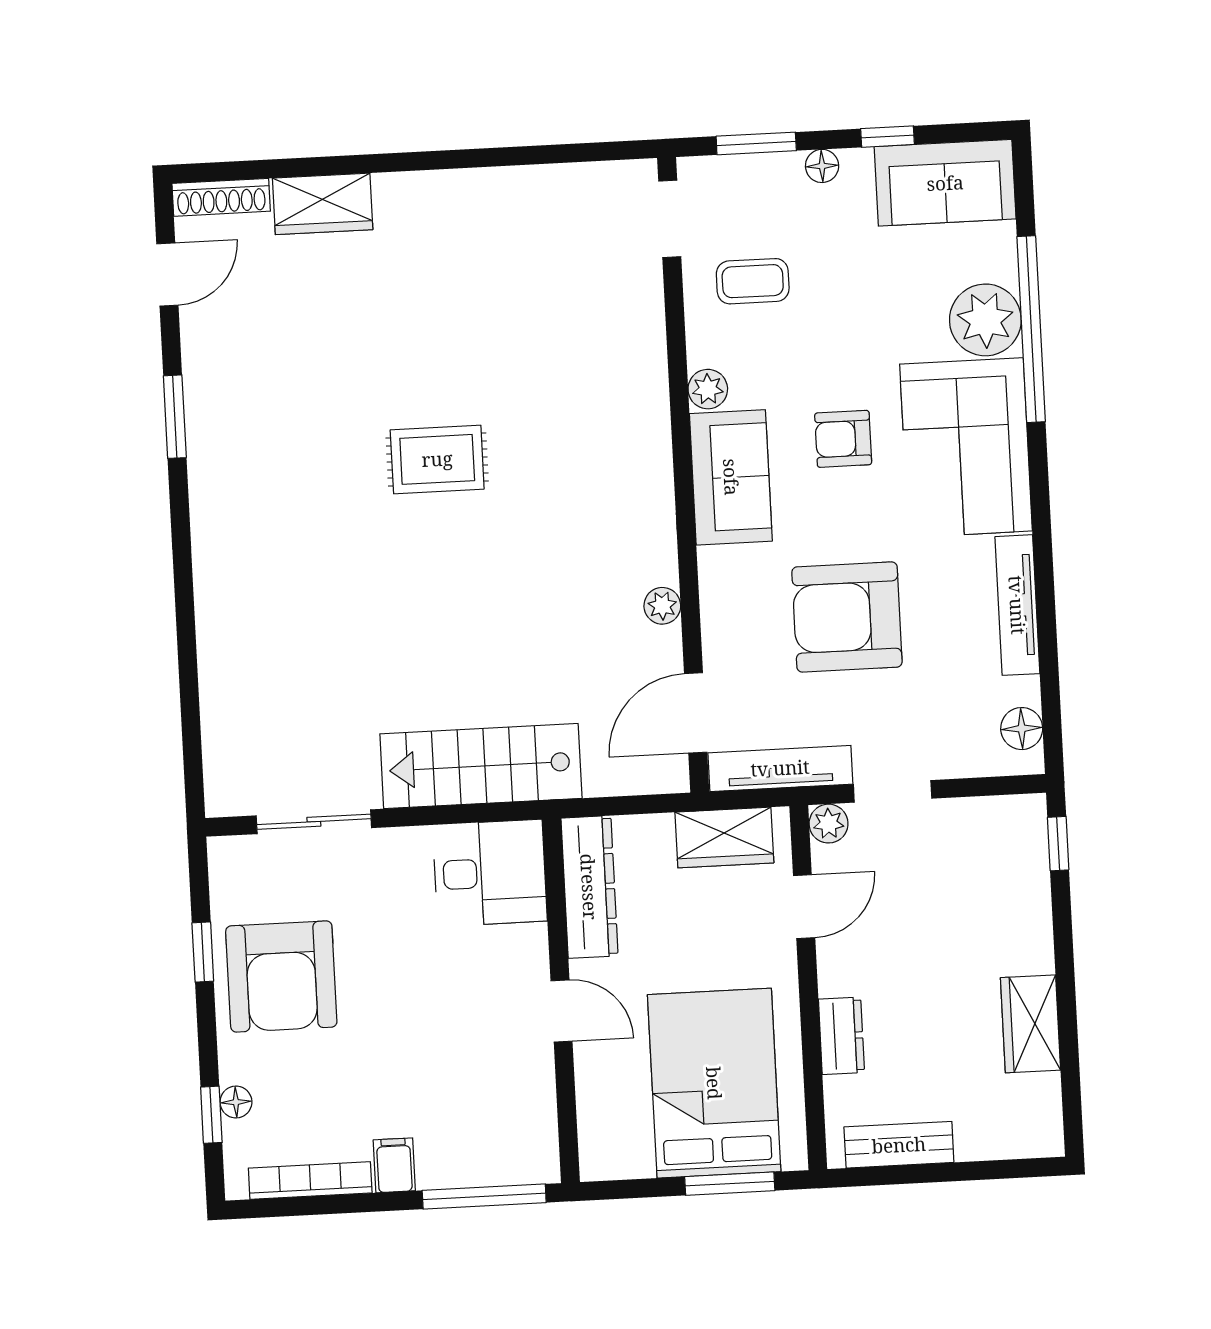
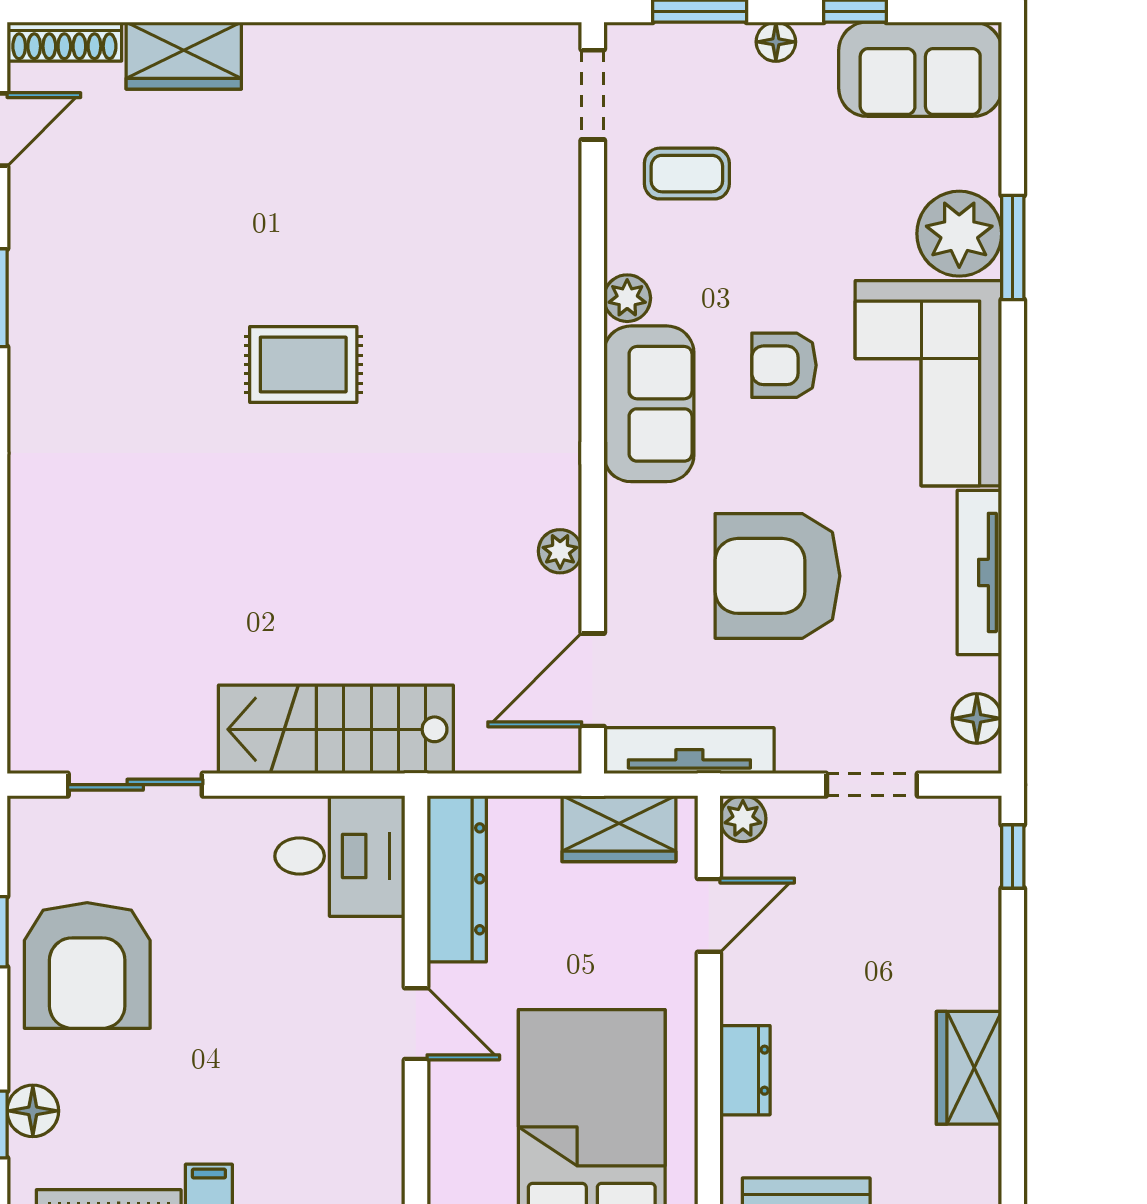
window: (1031, 329) -> (1013, 247), width x0.47
doorway: (893, 791) -> (872, 785), moved
floor lamp: (236, 1102) -> (33, 1111), width x1.37, depth x1.37

